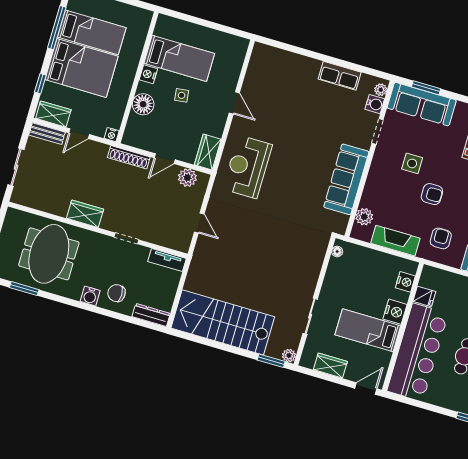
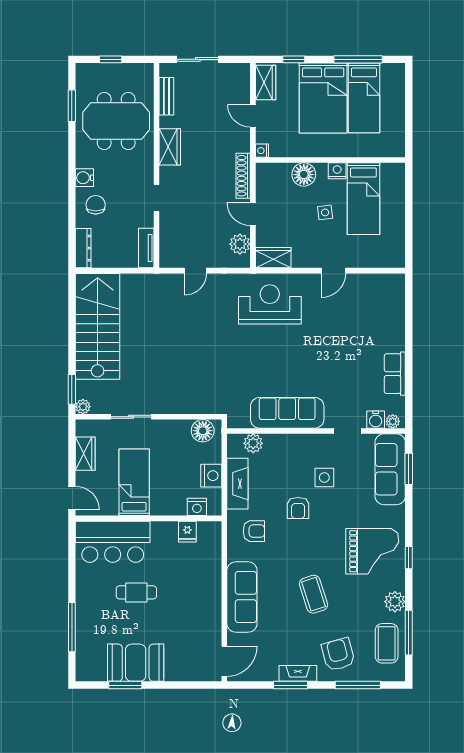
bench: (47, 134) -> (166, 96), moved
floor lamp: (337, 251) -> (203, 431), width x1.89, depth x1.89
nightstand: (395, 312) -> (211, 476), moved, turned -90
bar counter: (418, 352) -> (113, 542), width x0.73

